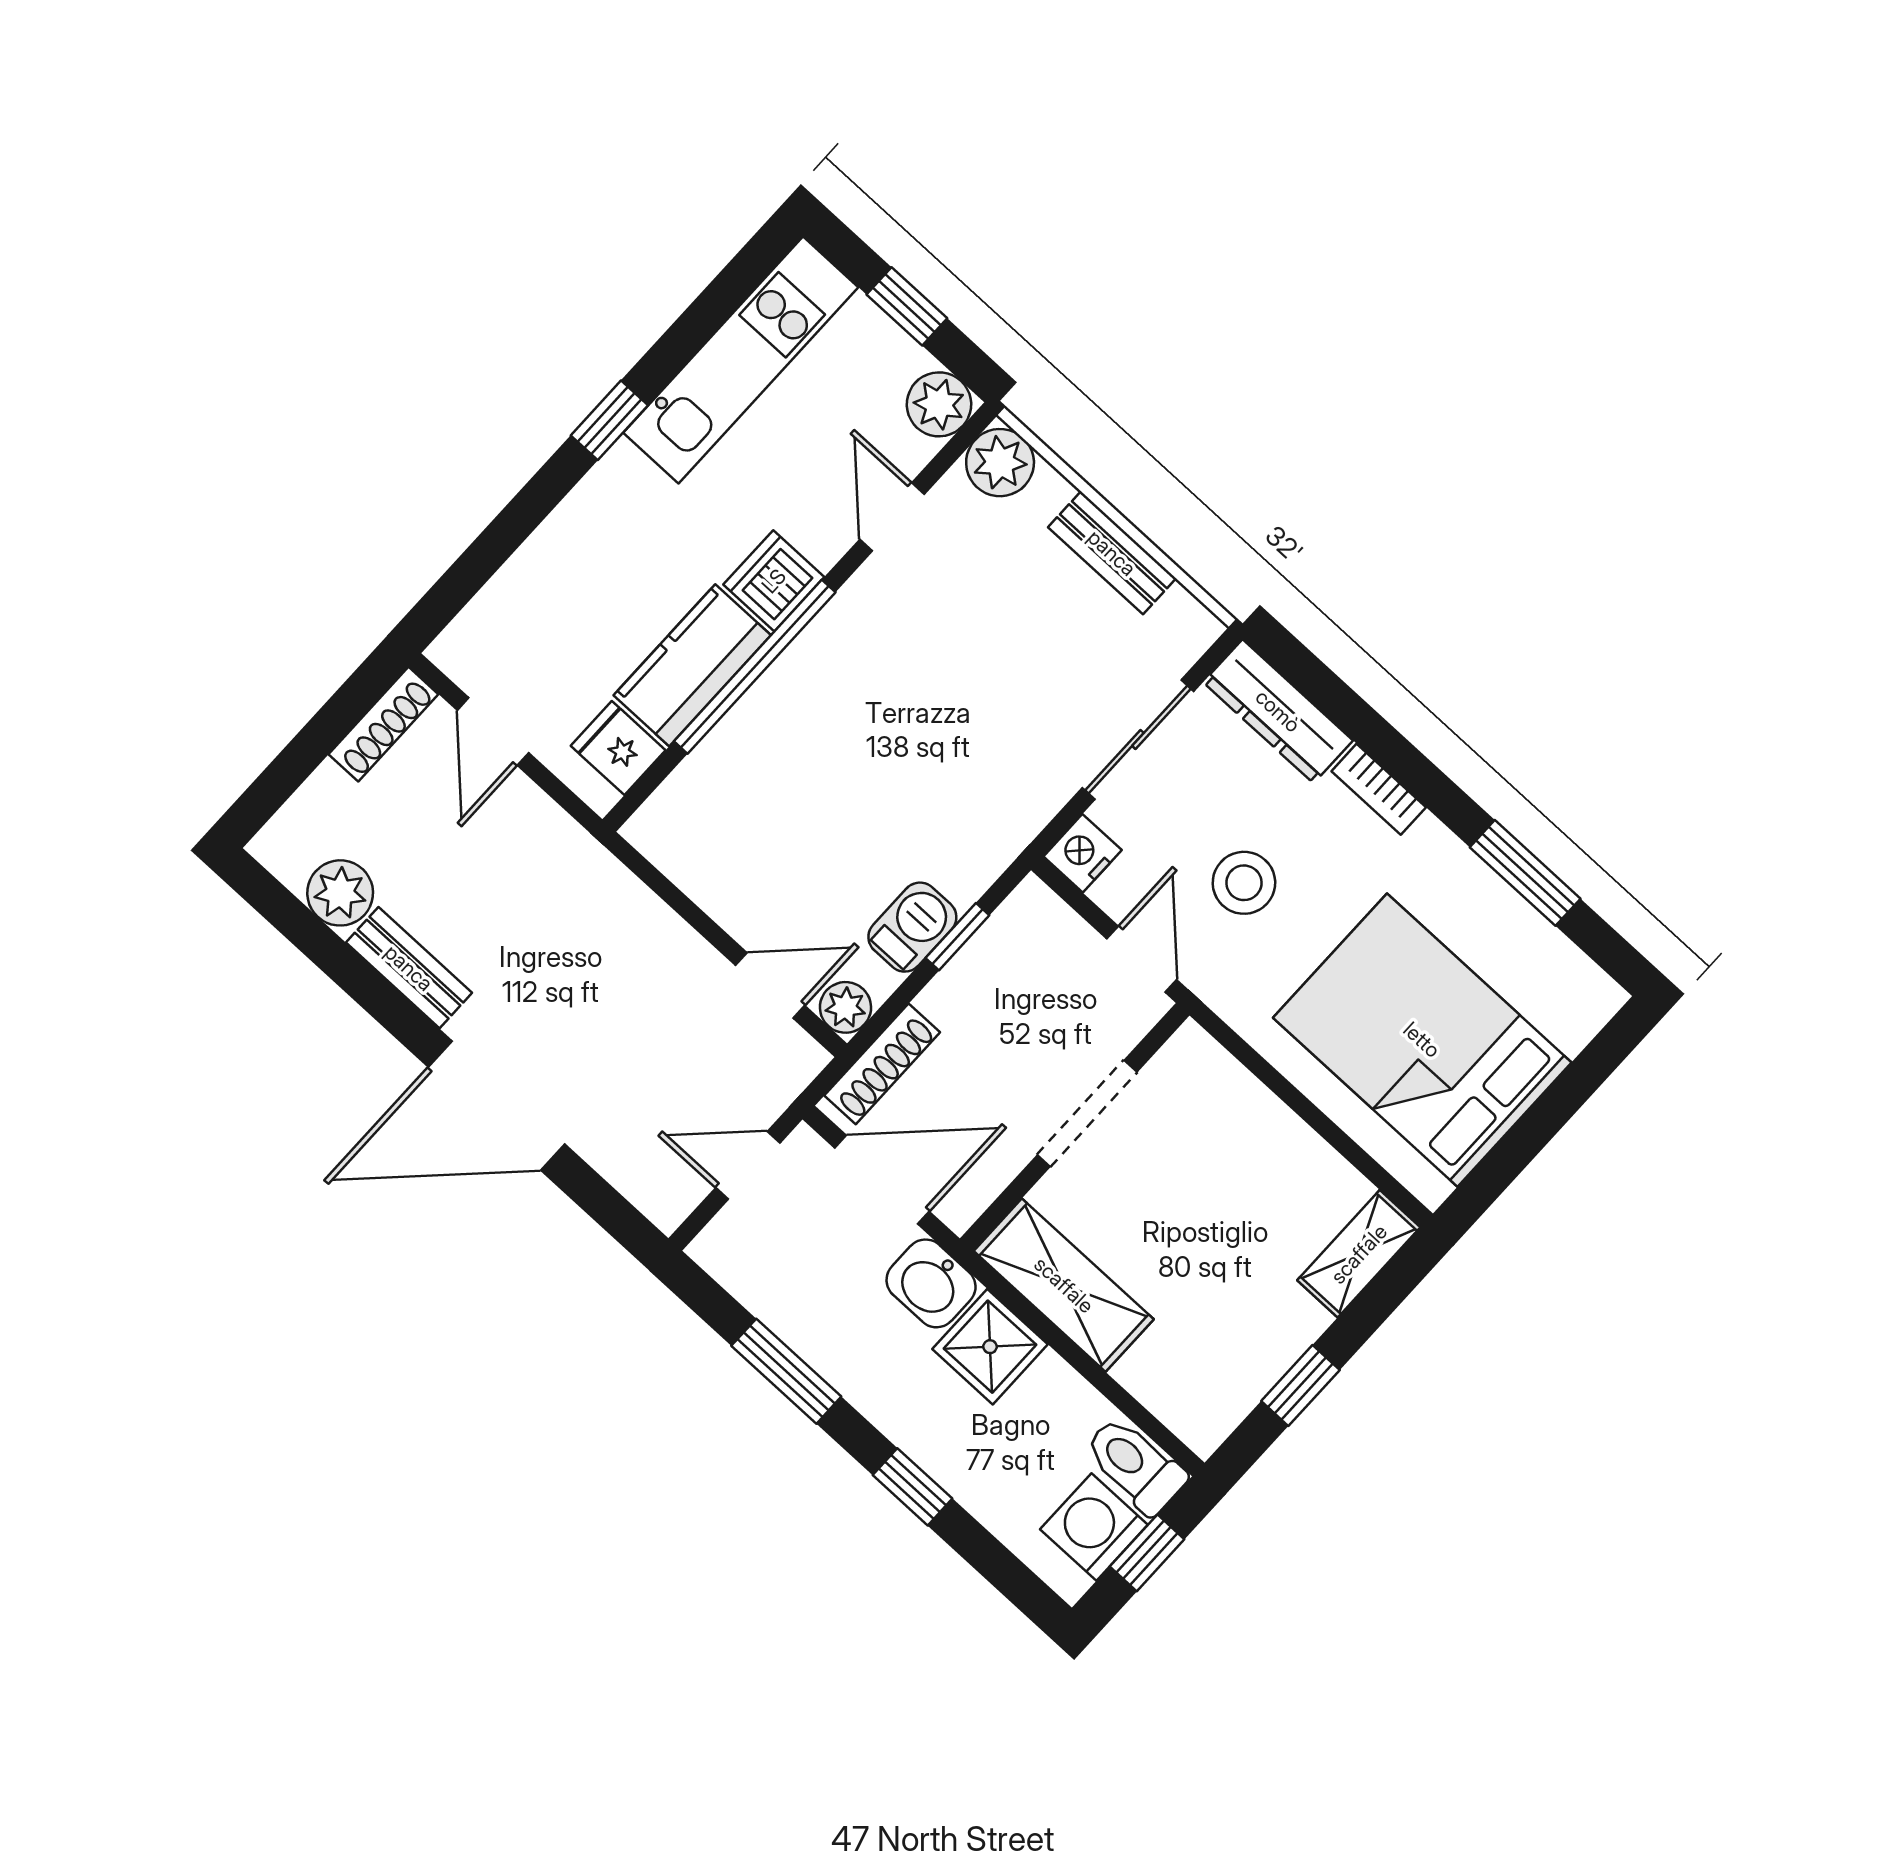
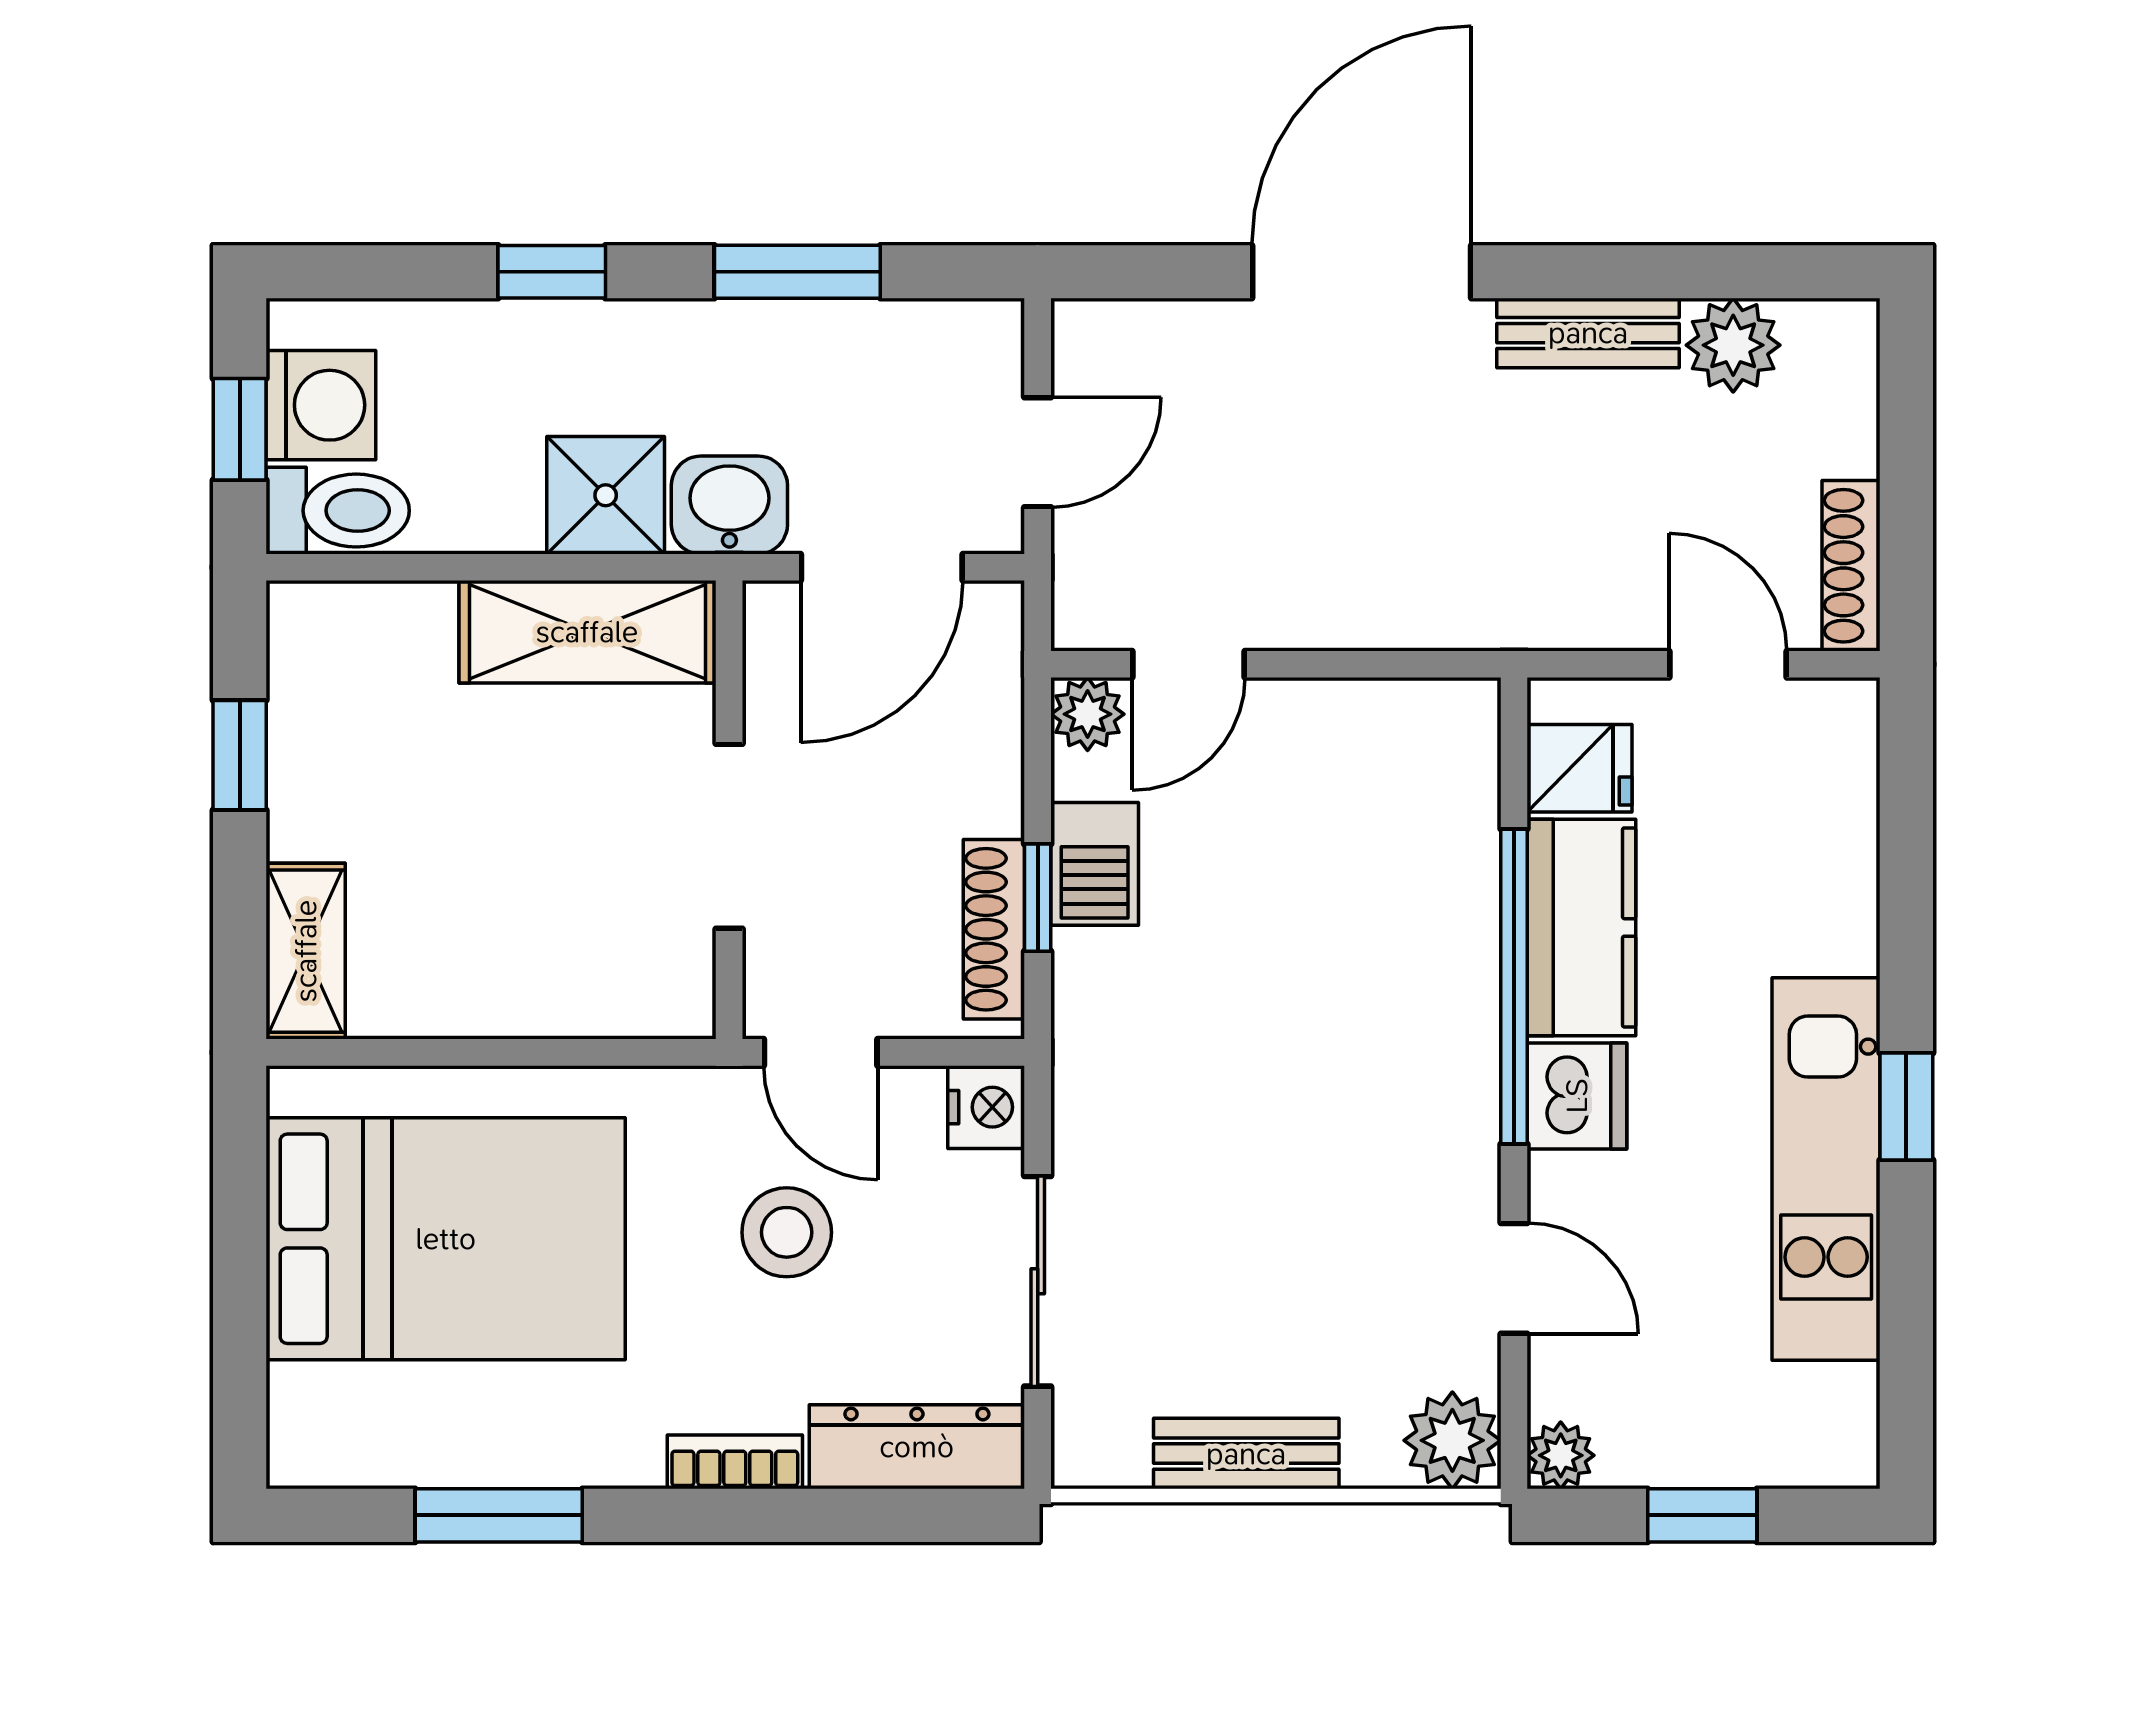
kitchen unit: (741, 360) -> (1826, 1169), moved
plant: (939, 404) -> (1561, 1455), width x0.73, depth x0.73
shoe rack: (882, 1064) -> (994, 929), moved

